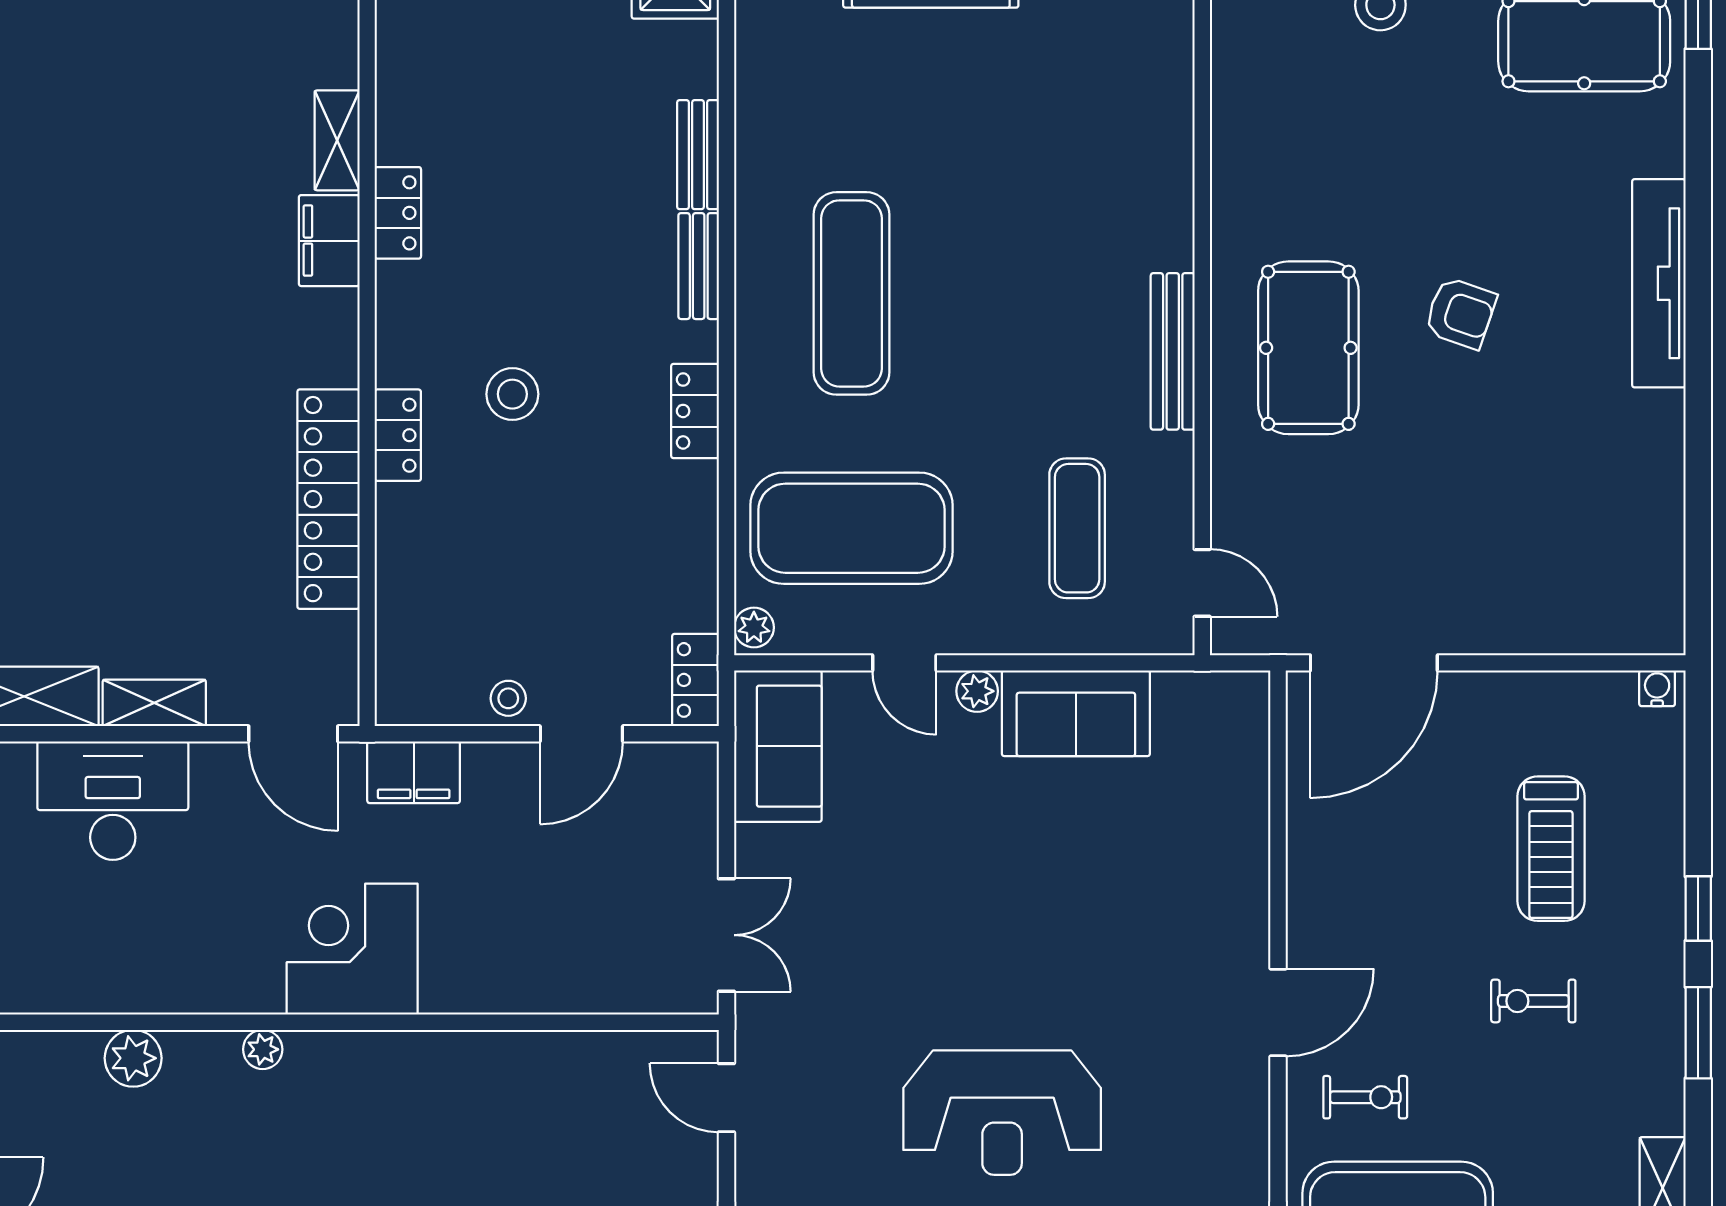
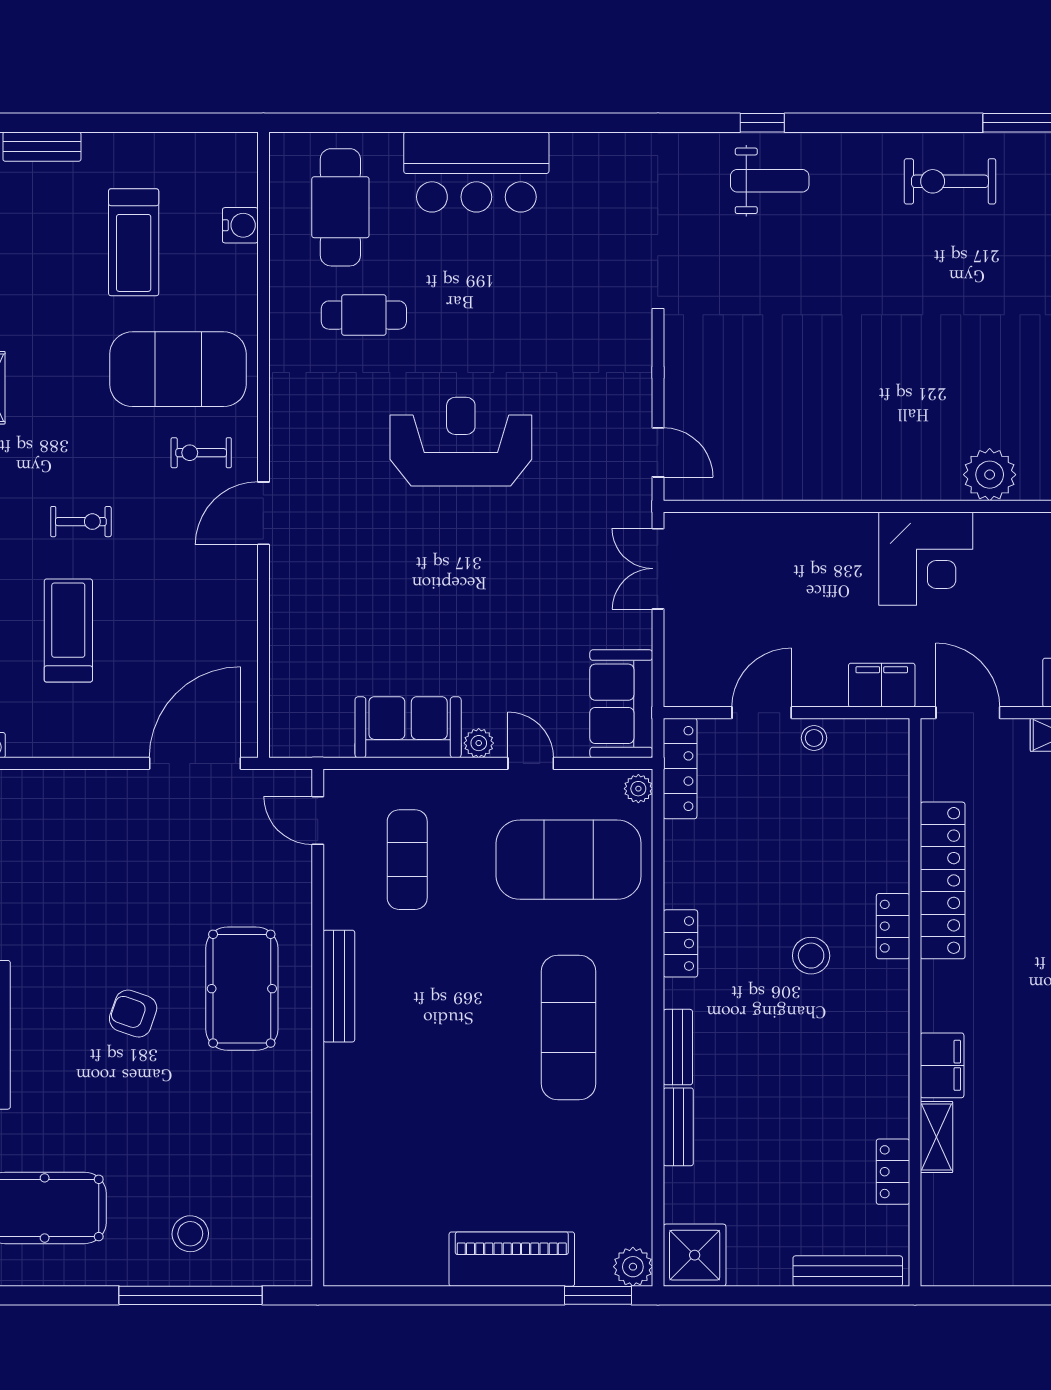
locker: (398, 213) -> (893, 1172), moved
locker: (696, 680) -> (680, 768), width x1.53
plant: (263, 1049) -> (990, 475), width x1.88, depth x1.88

